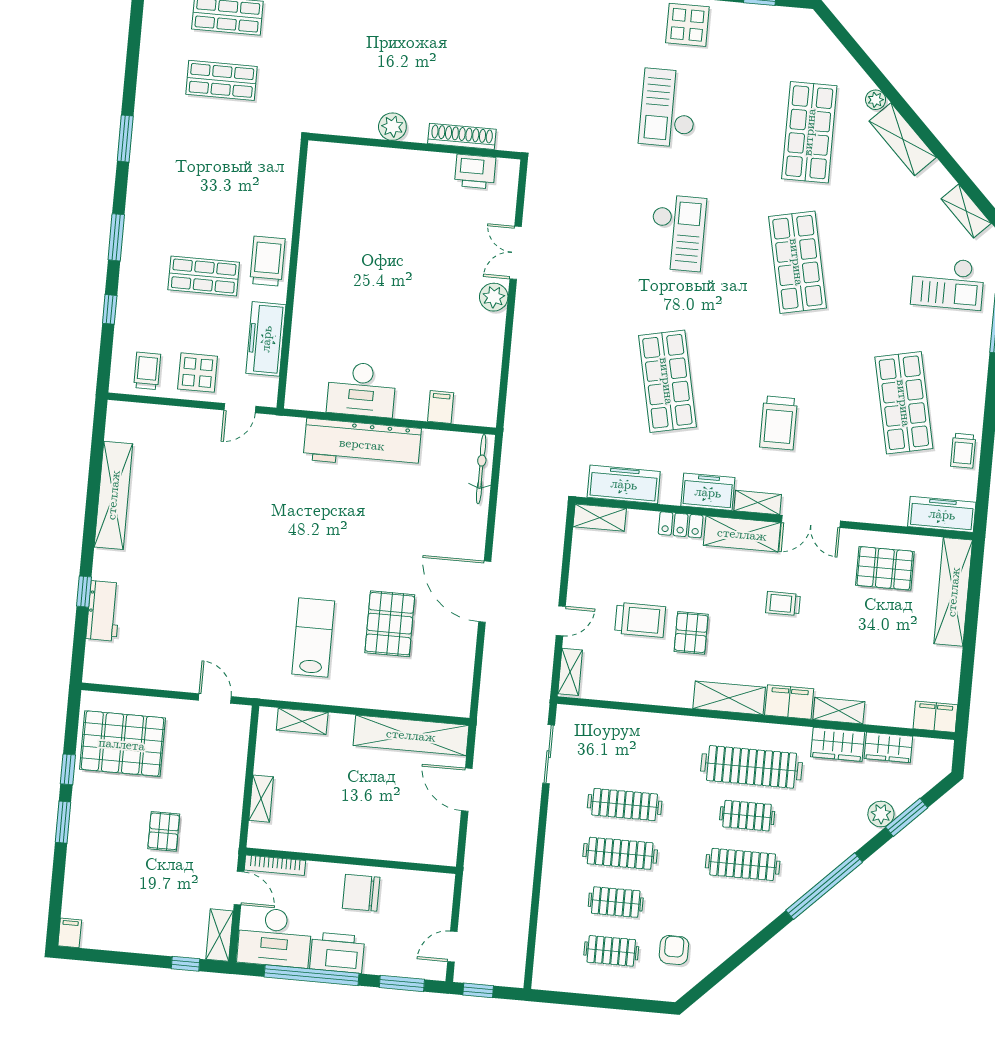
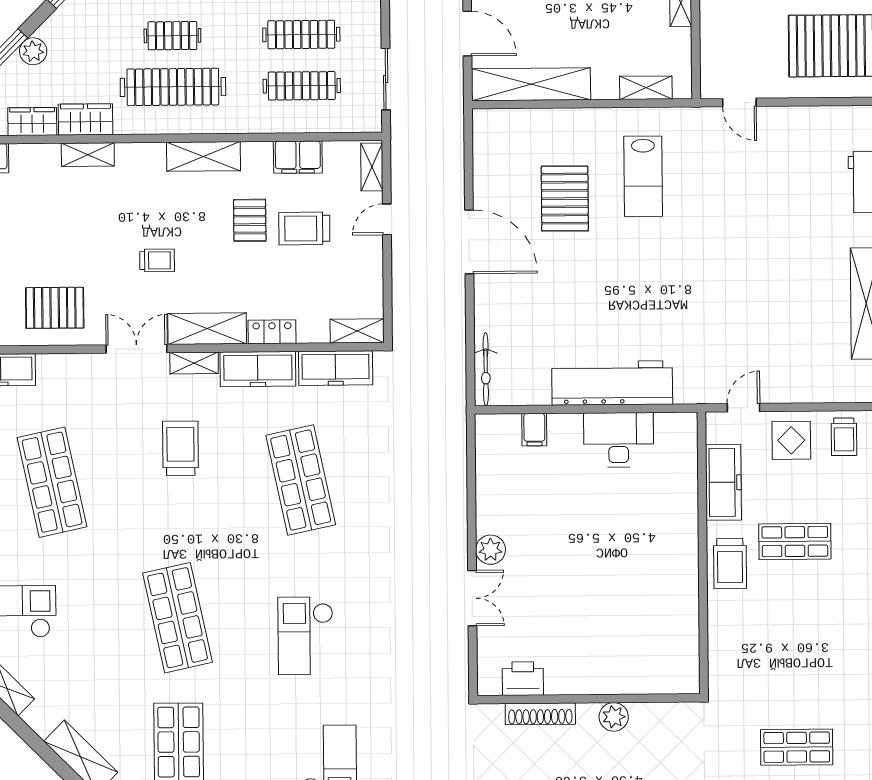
freezer: (708, 492) -> (258, 369), width x1.40
filing cabinet: (789, 702) -> (298, 157), moved
clothes rail: (629, 756) -> (302, 86), added

